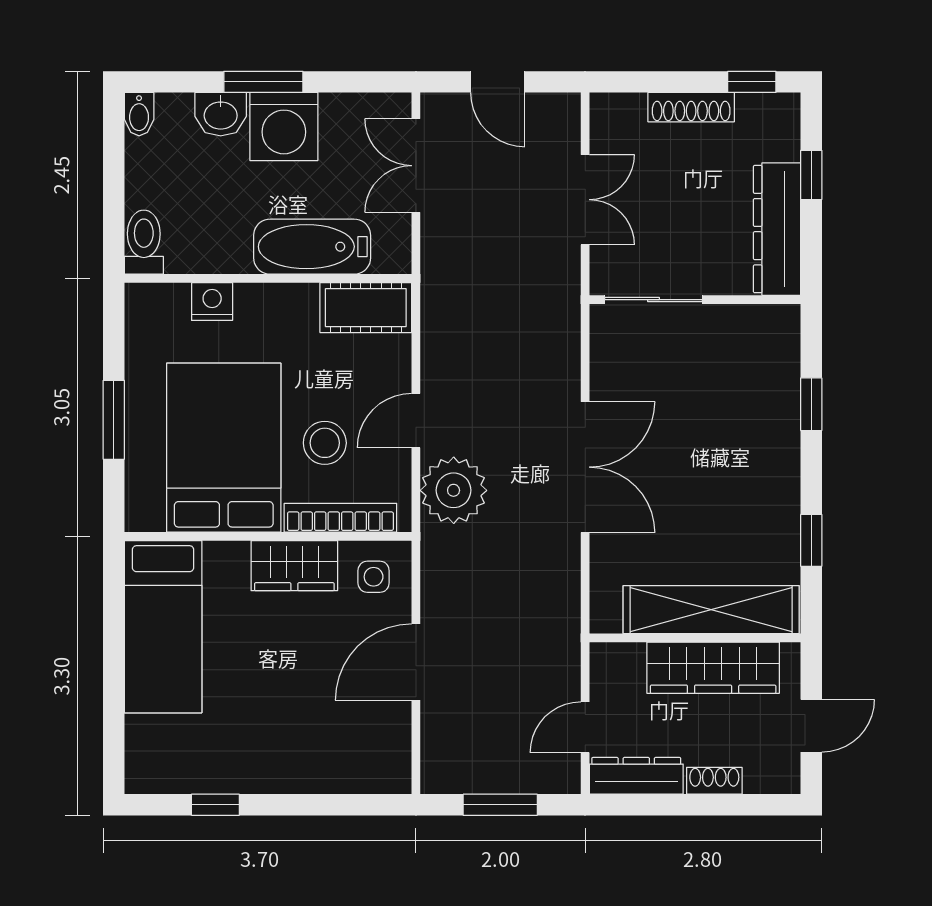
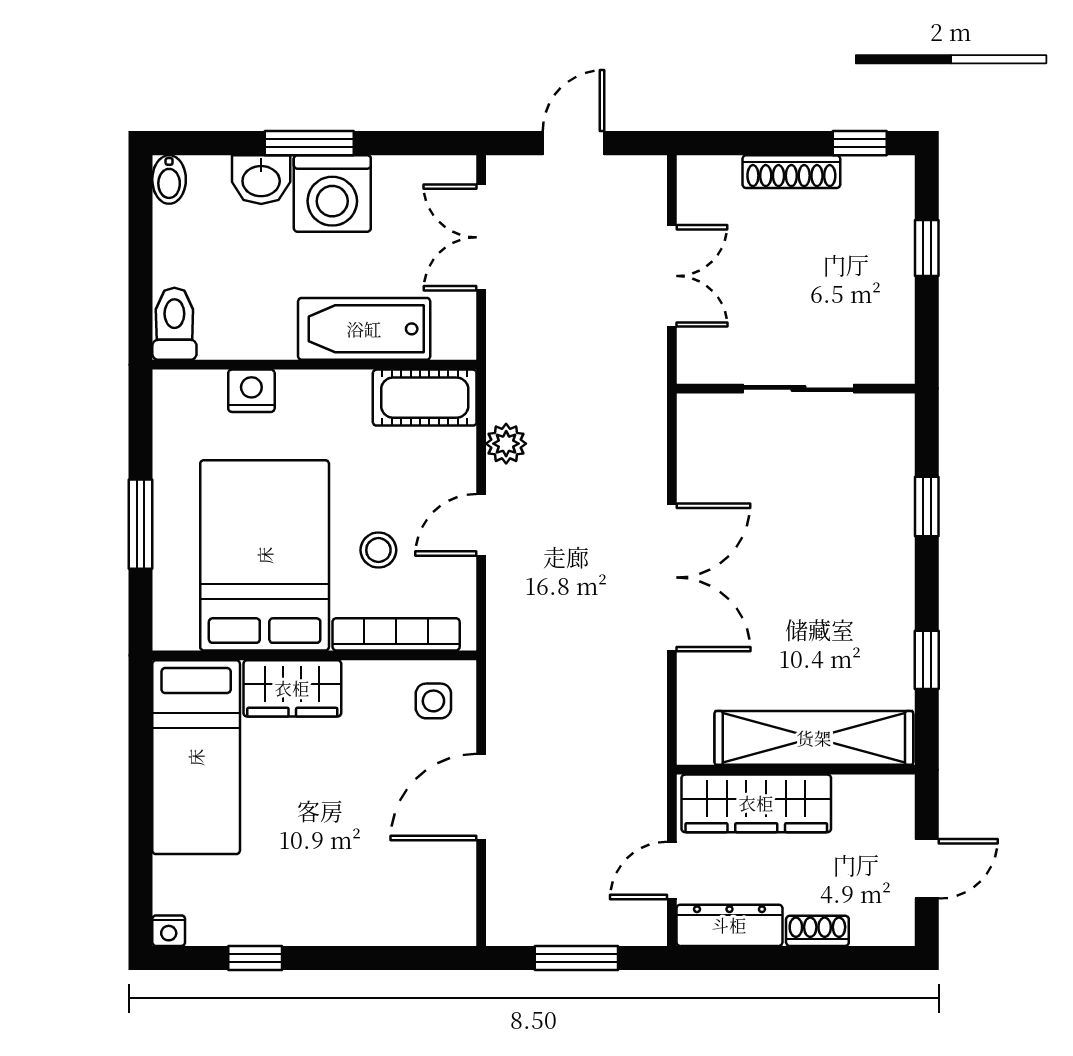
door: (498, 82) -> (573, 143), swing flipped
dresser: (777, 229) -> (888, 309), removed
sliding door: (654, 300) -> (798, 389), moved
stool: (325, 443) -> (378, 550), width x0.73, depth x0.73
plant: (454, 490) -> (506, 444), moved, width x0.53, depth x0.53
wardrobe: (294, 566) -> (292, 688), moved
wardrobe: (713, 668) -> (756, 803), moved
nightstand: (139, 781) -> (169, 931), added

